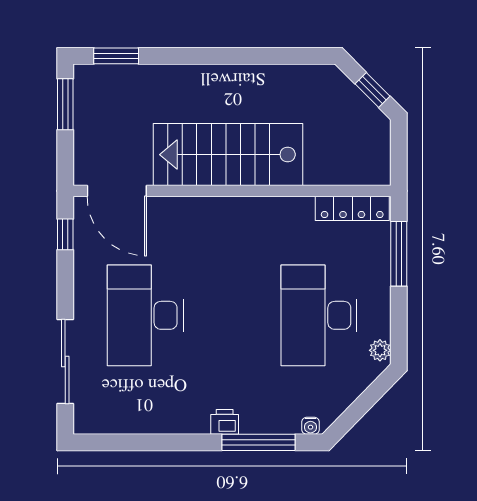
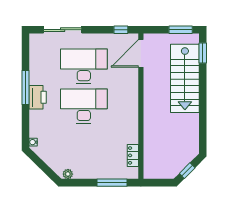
stairs: (228, 155) -> (185, 78), moved, turned 180
locker: (352, 208) -> (133, 155), width x0.66
desk: (319, 315) -> (84, 106), moved
printer: (225, 422) -> (38, 97), width x1.87, depth x1.48
window: (259, 442) -> (26, 87), moved

